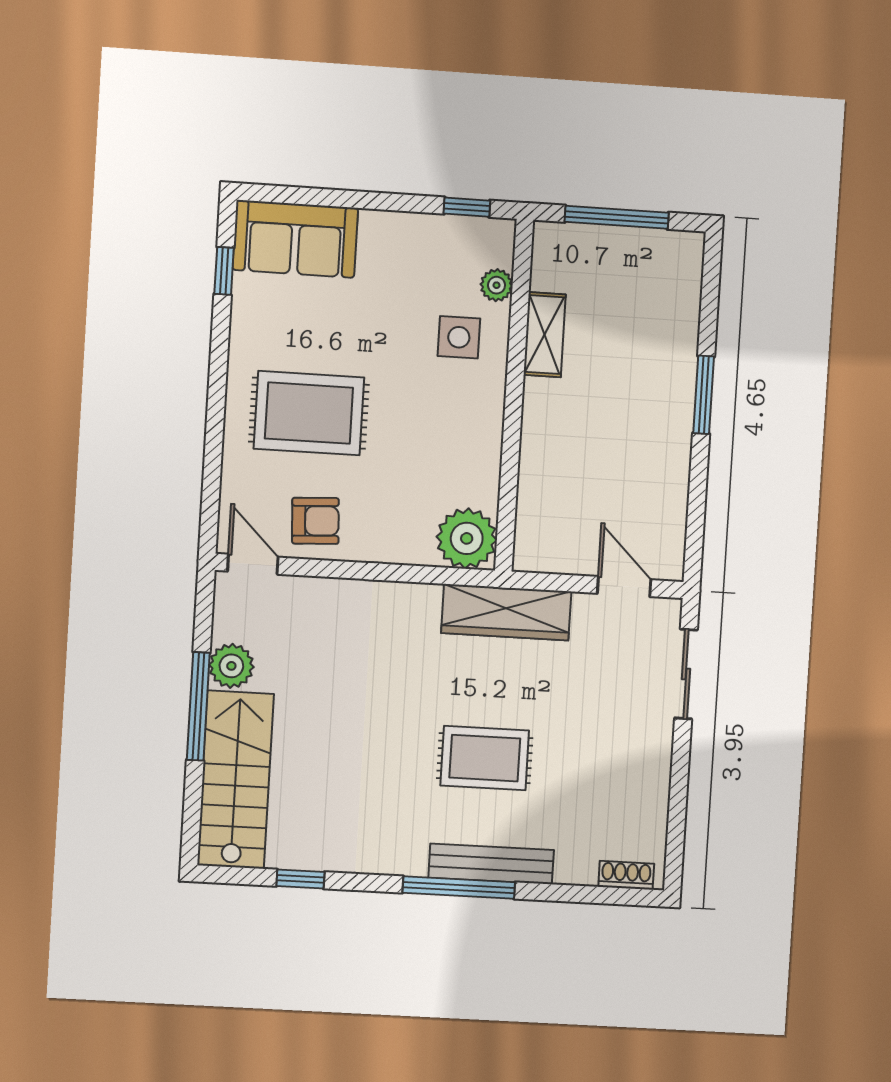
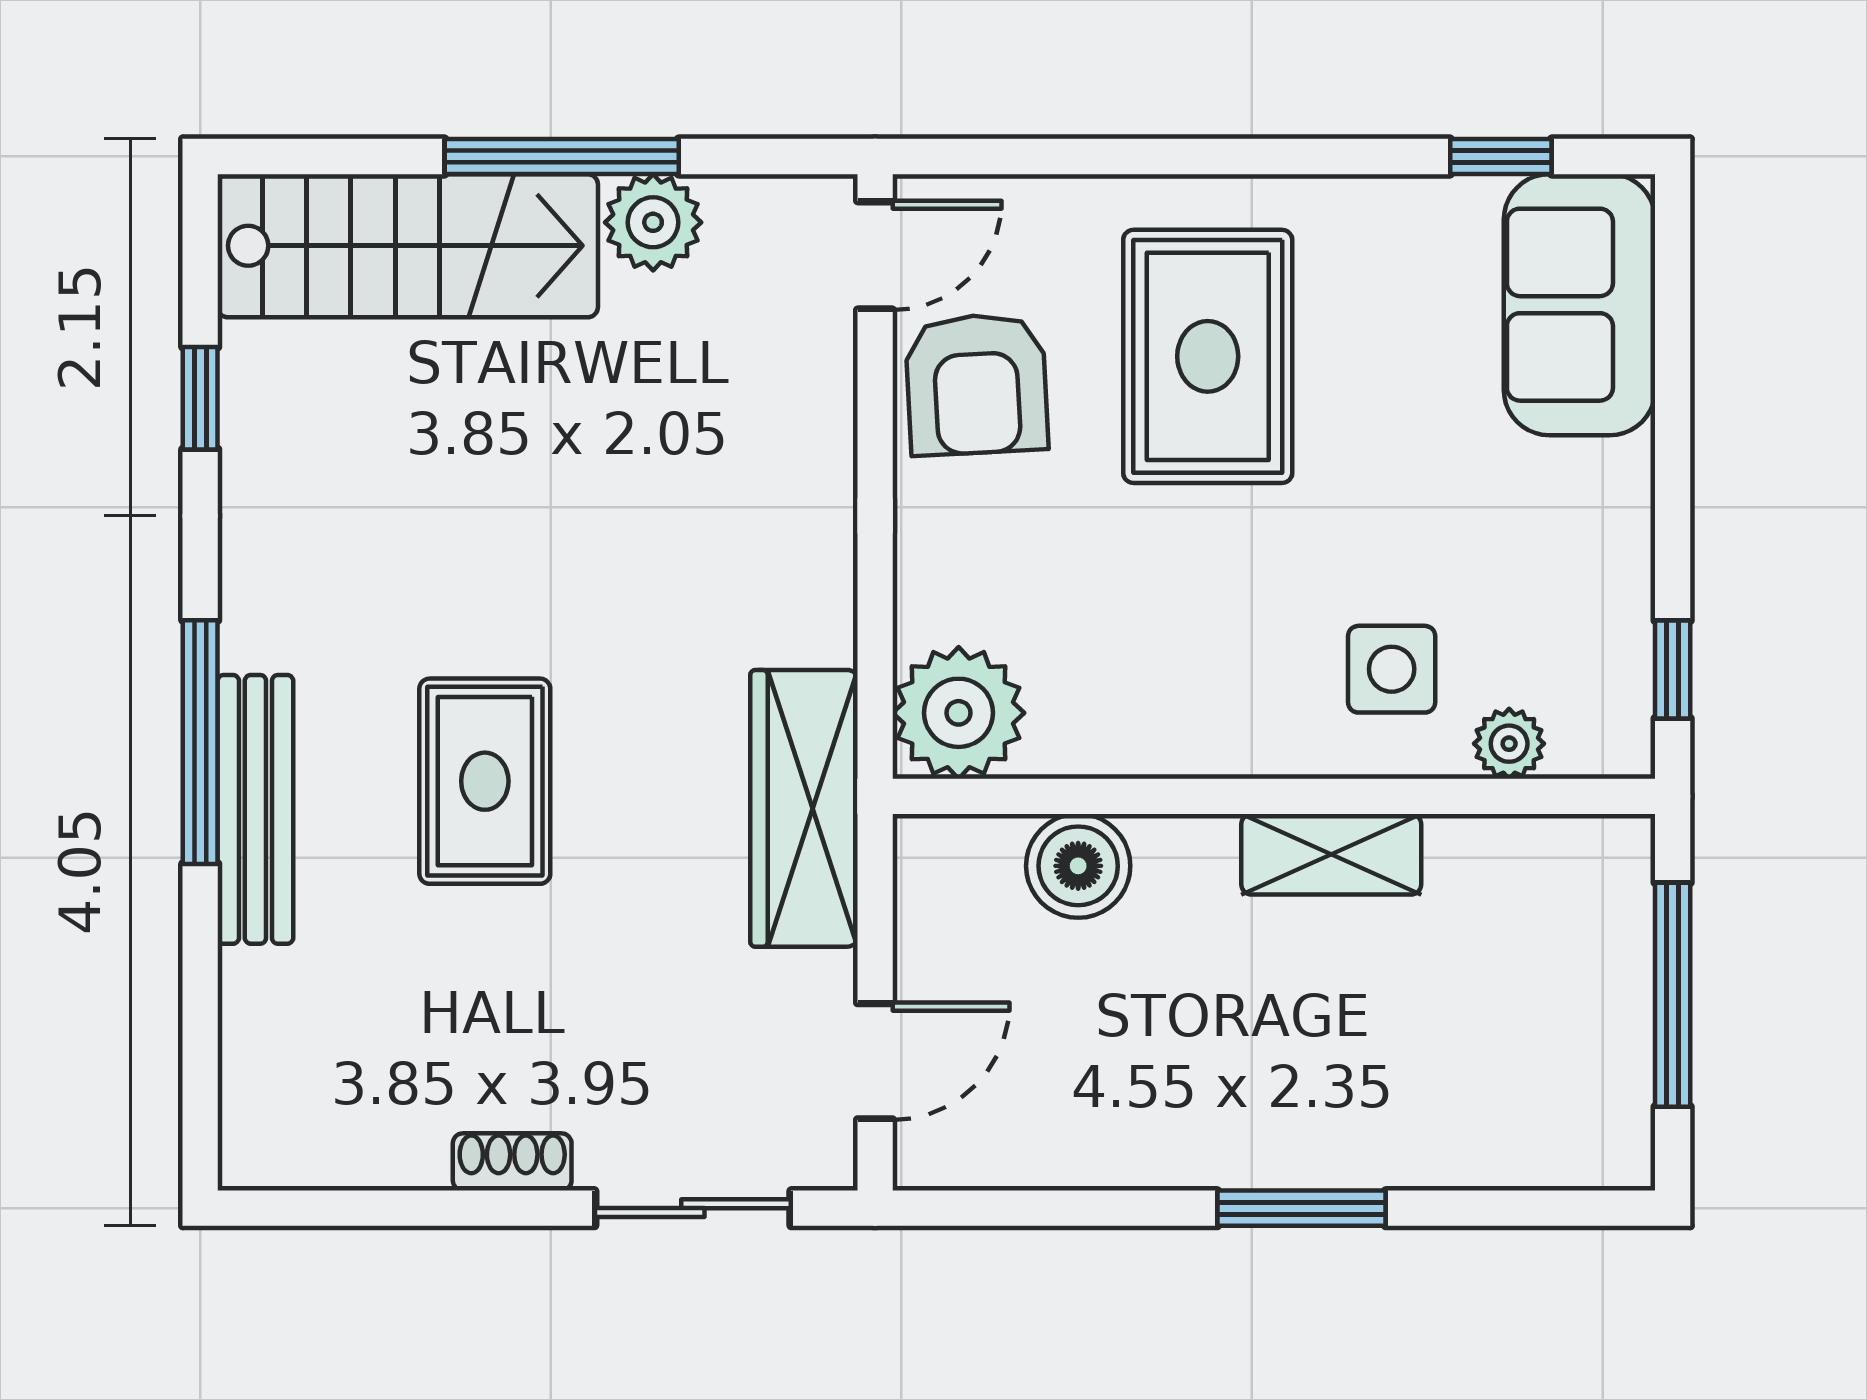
shelving: (545, 335) -> (1331, 854), moved
boiler: (540, 488) -> (1078, 866), added
armchair: (315, 521) -> (977, 384), width x1.38, depth x1.38
shoe rack: (626, 875) -> (512, 1162), moved, turned -90

